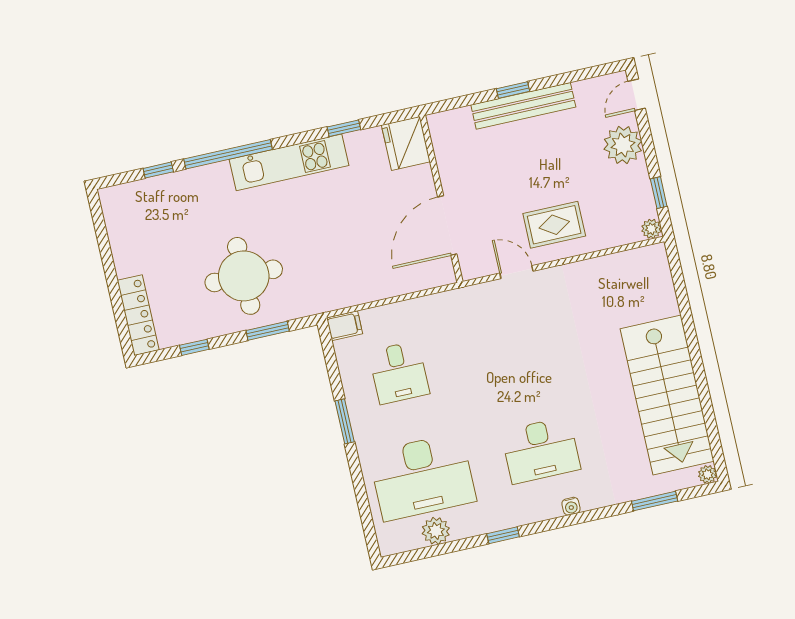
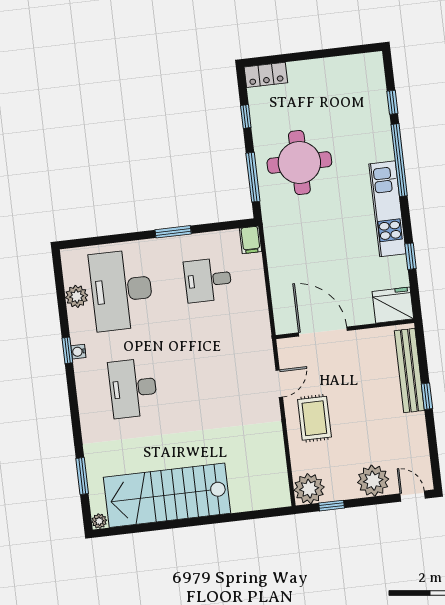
bench: (523, 106) -> (409, 371), moved
plant: (651, 229) -> (309, 489), width x1.87, depth x1.87
locker: (138, 315) -> (266, 75), width x0.66
window: (268, 331) -> (253, 177), width x1.44
water cooler: (571, 506) -> (78, 352), moved

